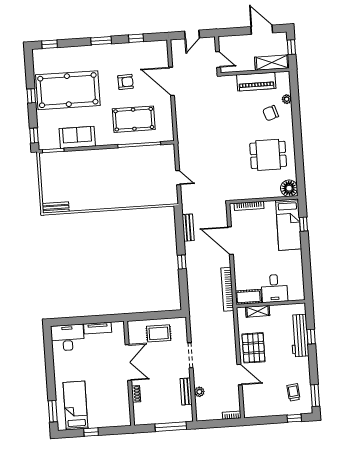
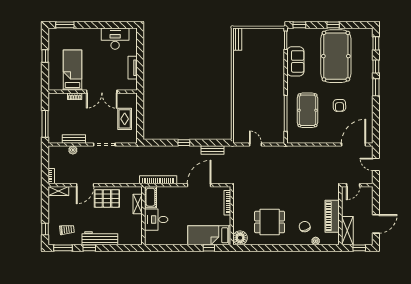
window: (136, 38) -> (376, 66), moved
door: (172, 81) -> (354, 144), moved
dining table: (268, 155) -> (270, 222), turned 90
door: (178, 178) -> (256, 144), swing flipped
workbench: (300, 335) -> (100, 238), moved
window: (311, 337) -> (89, 248), moved
desk: (68, 338) -> (115, 39), moved, turned -90
bed: (76, 406) -> (72, 70), moved, turned -90
shelving: (249, 406) -> (58, 191), added

